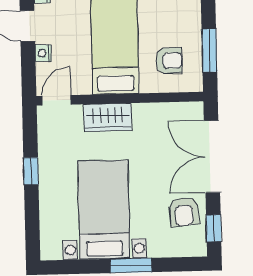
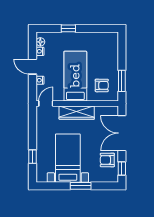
wardrobe: (108, 117) -> (77, 113), width x1.50
window: (31, 171) -> (32, 157), moved
armchair: (184, 212) -> (107, 160), turned 94

